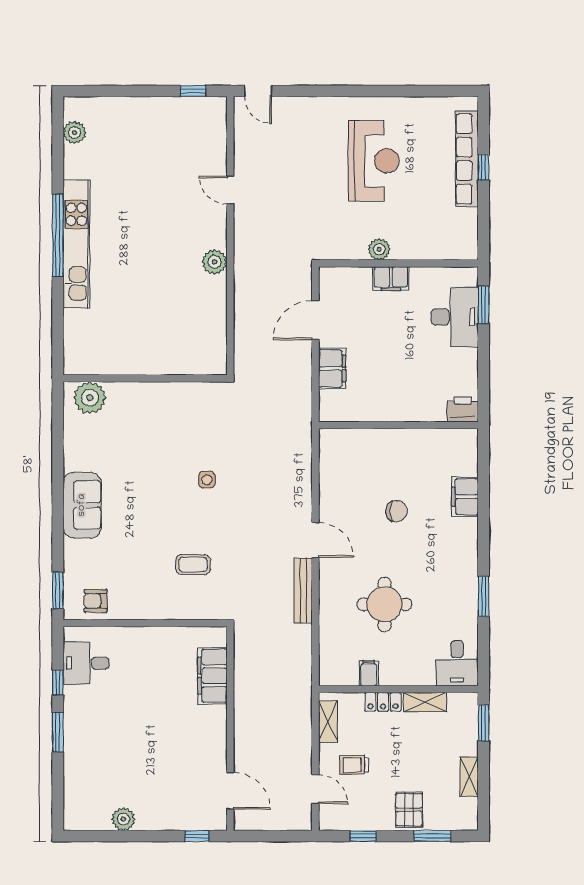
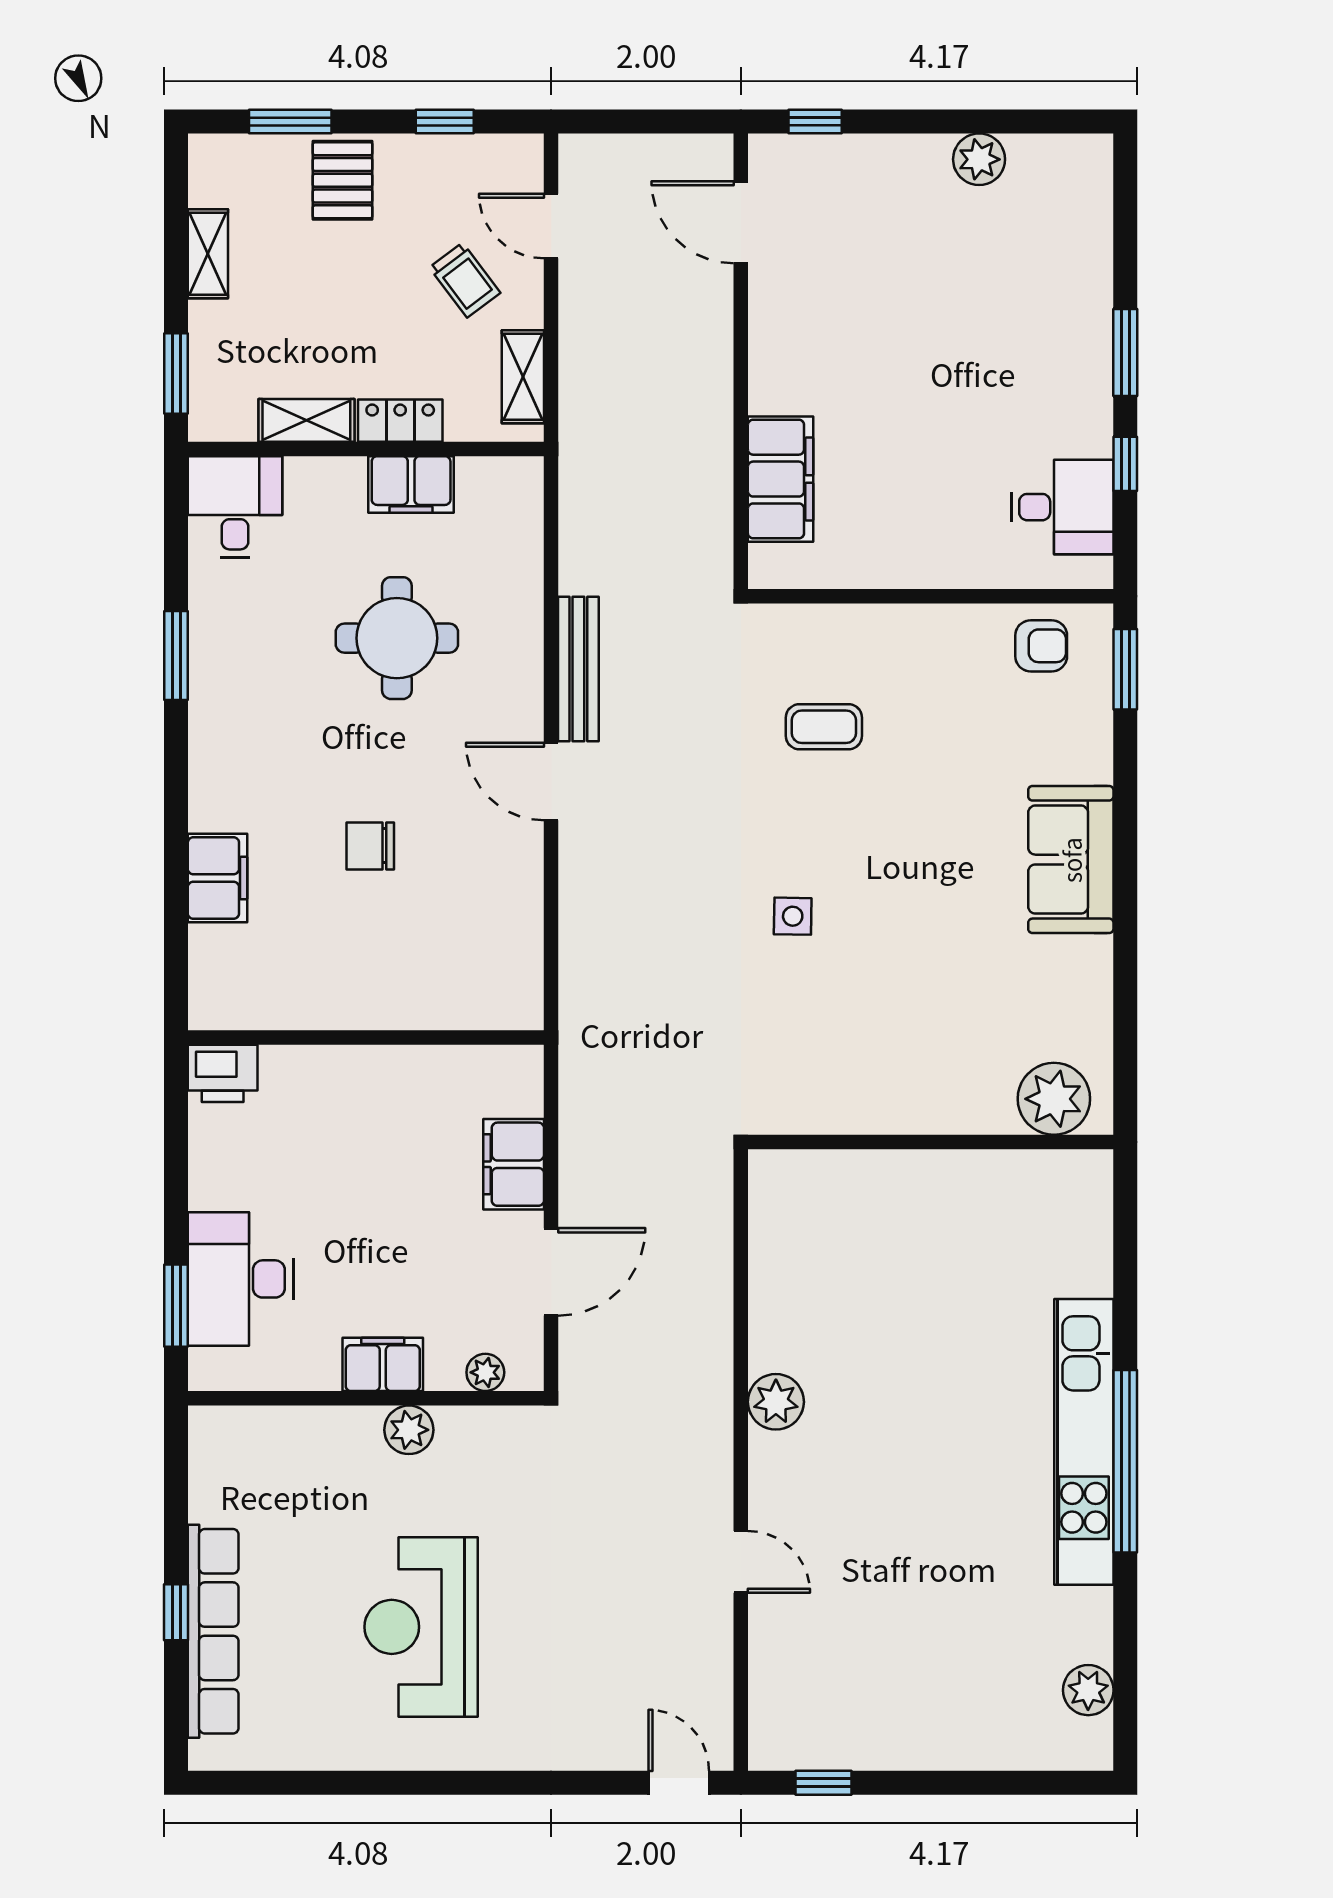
plant: (345, 275) -> (485, 1372), added
filing cabinet: (369, 673) -> (411, 485), width x2.00
trolley: (354, 765) -> (465, 280), turned 53

